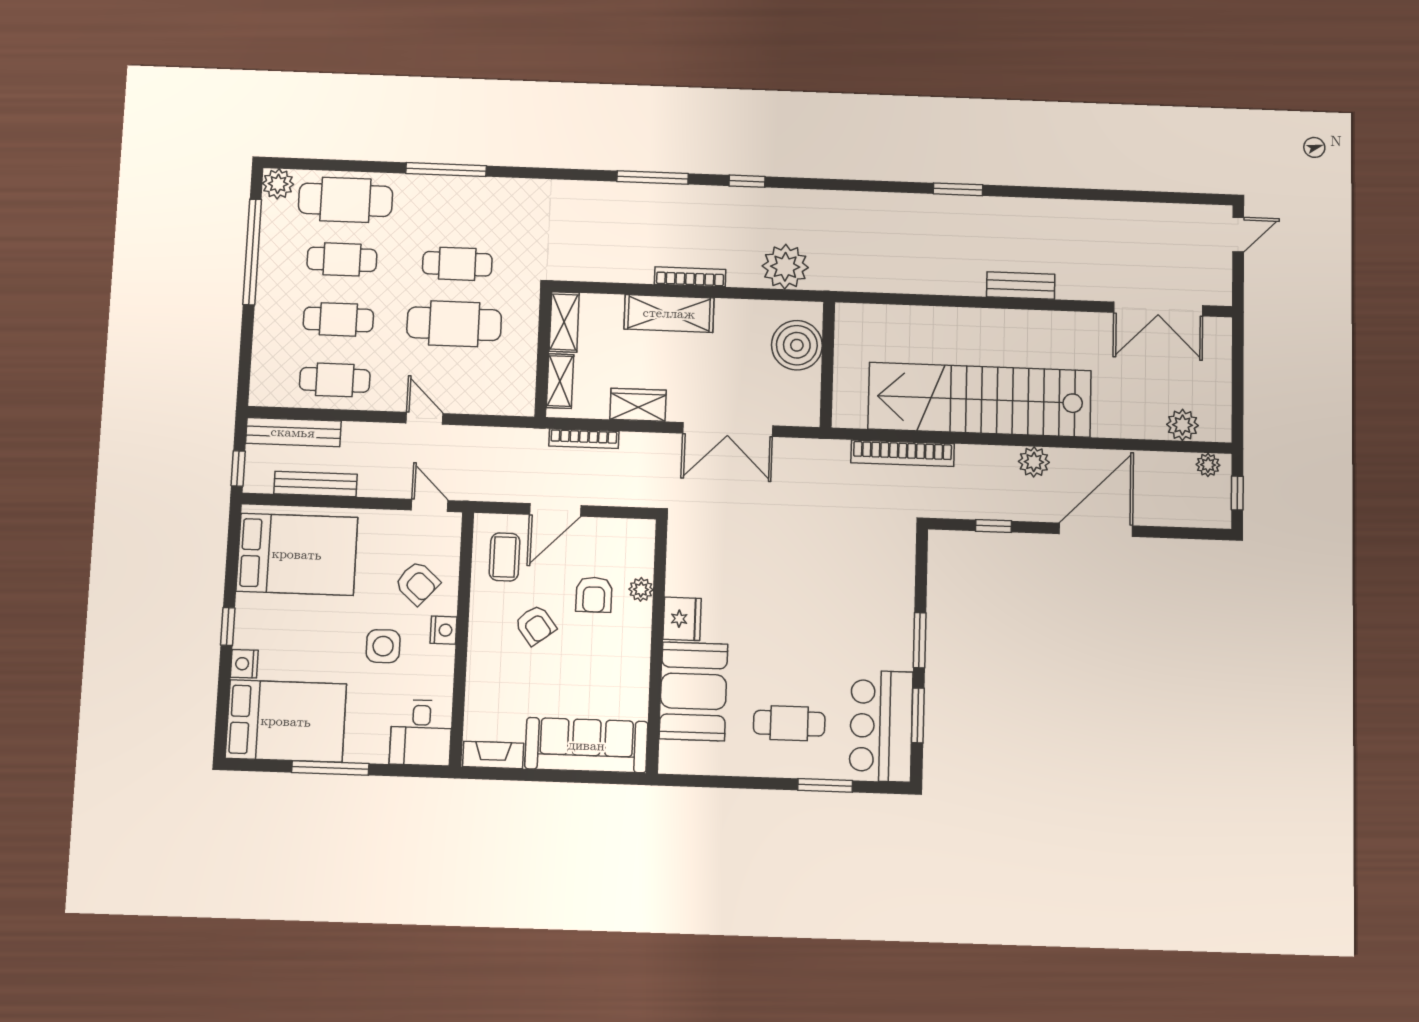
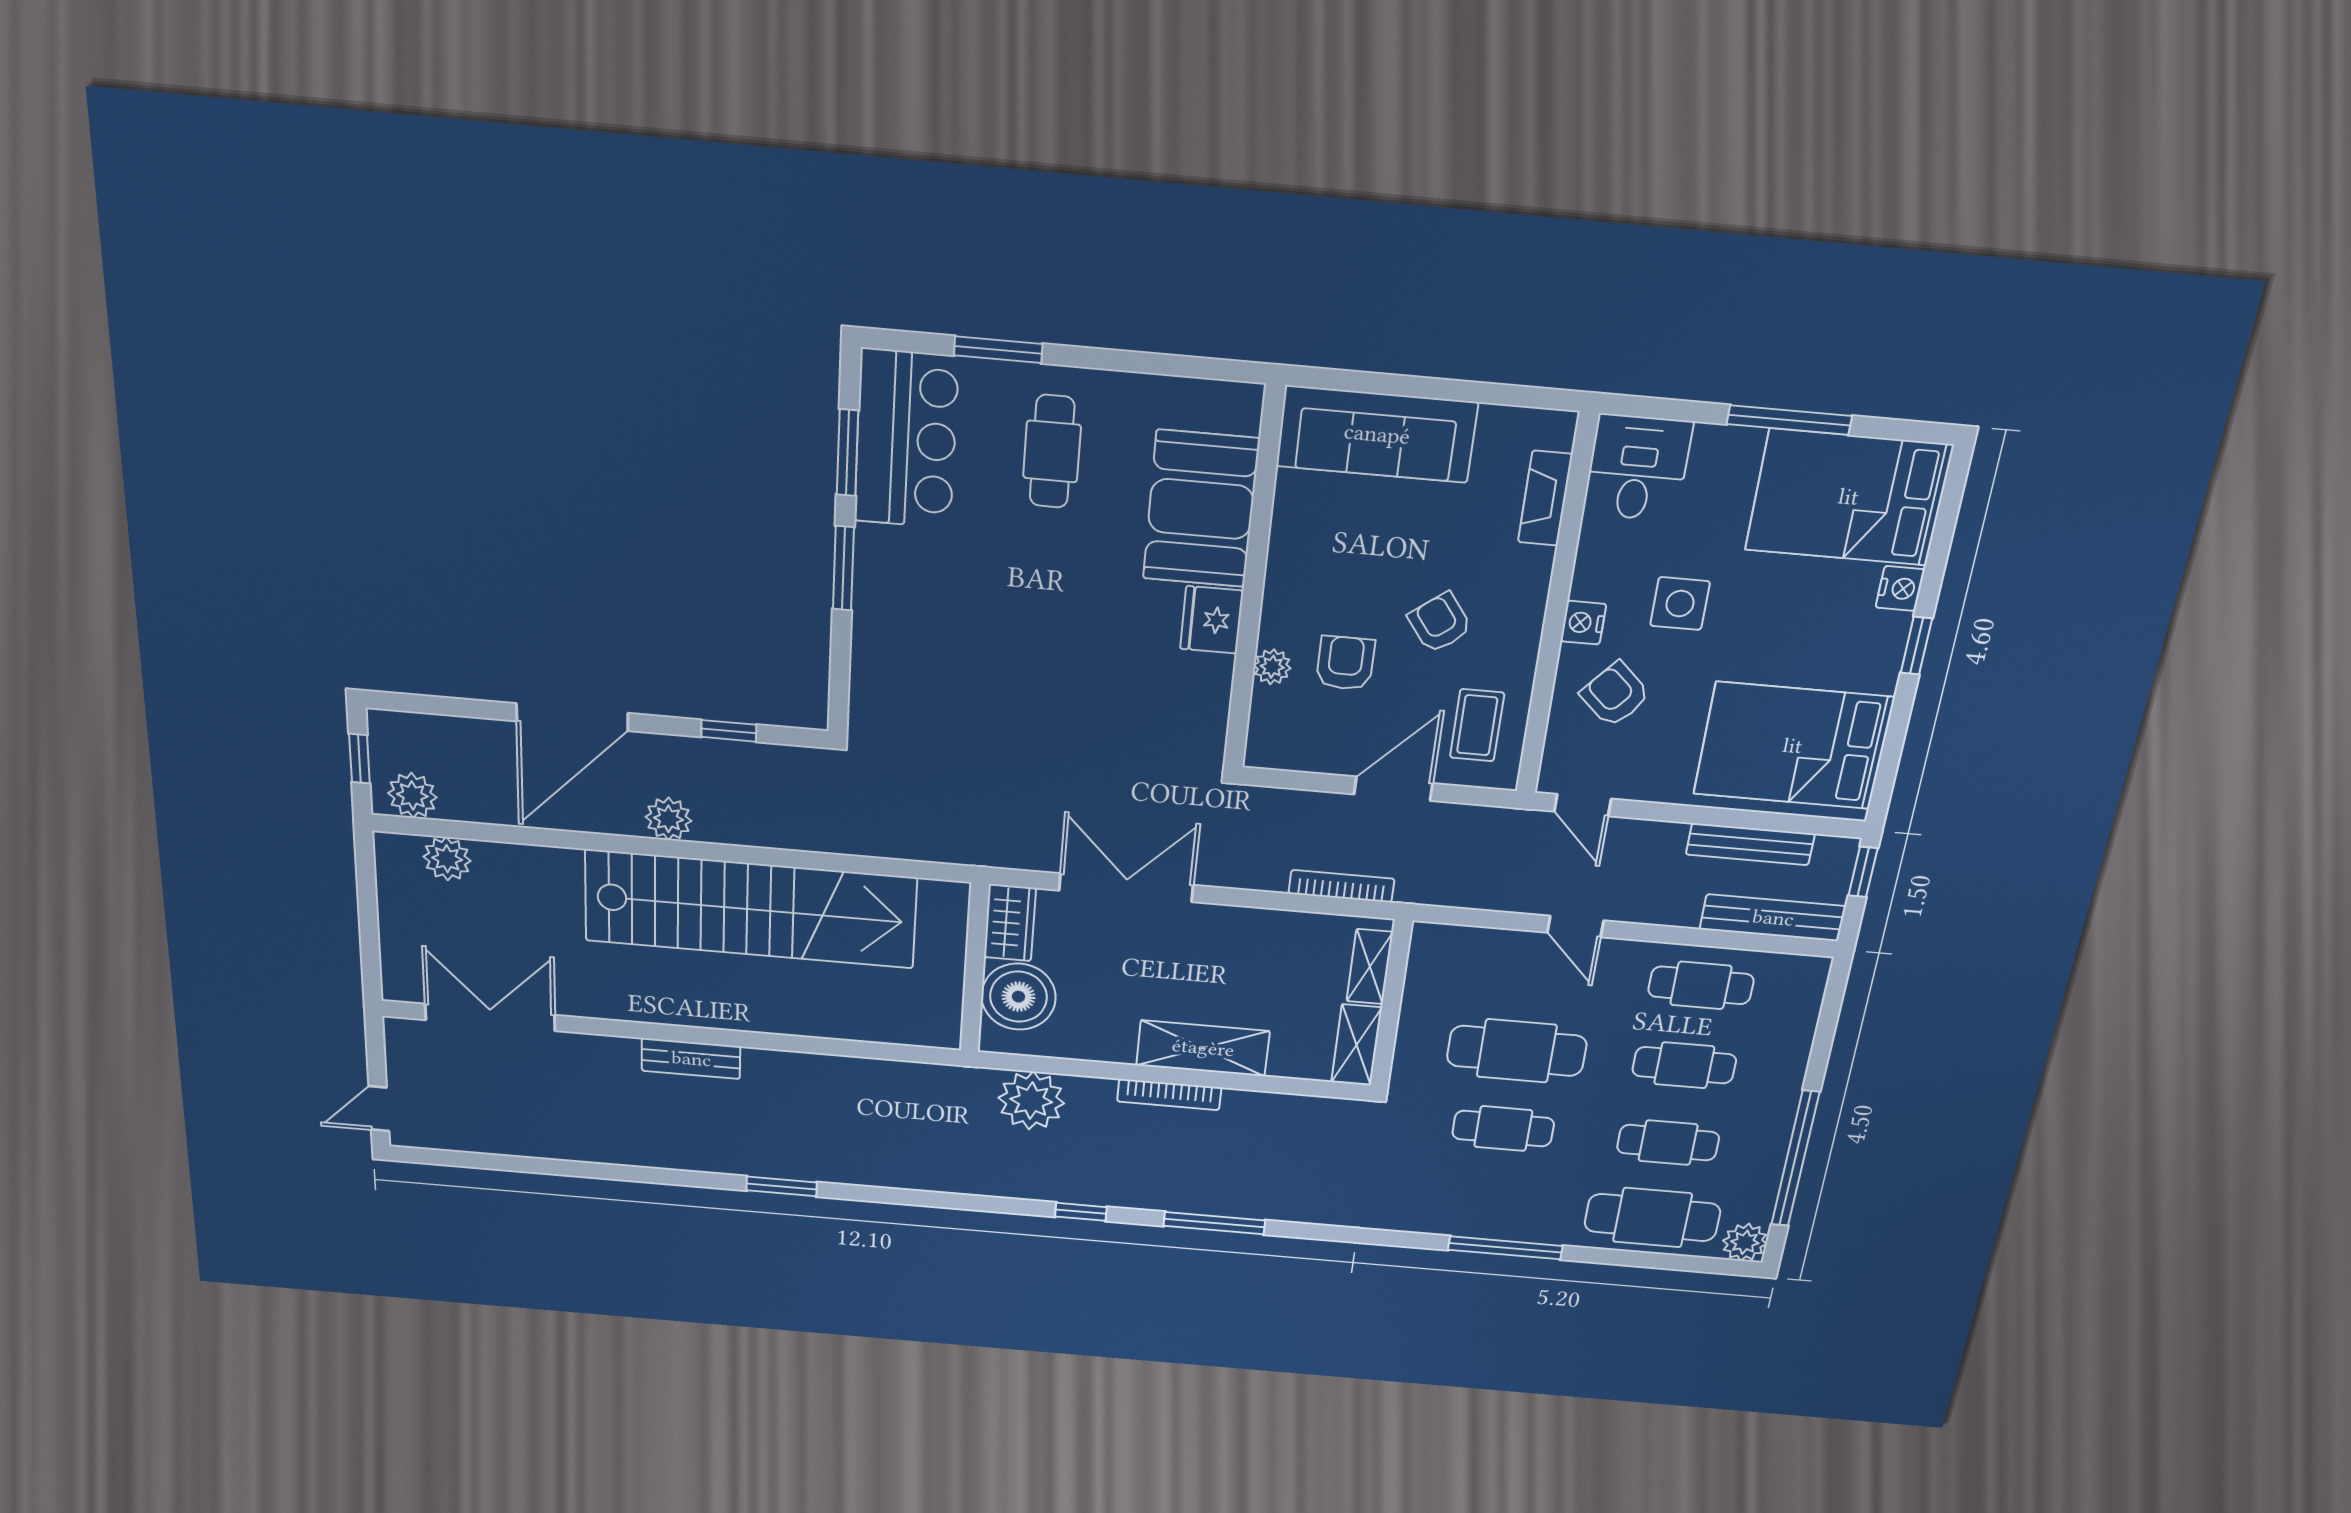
wardrobe: (638, 405) -> (1010, 923), moved, turned -90
bookcase: (903, 453) -> (866, 841), removed
plant: (1208, 465) -> (412, 795), width x1.38, depth x1.38
cafe table: (789, 723) -> (1052, 451), turned 90
fireplace: (493, 755) -> (1545, 498), moved, turned 90

